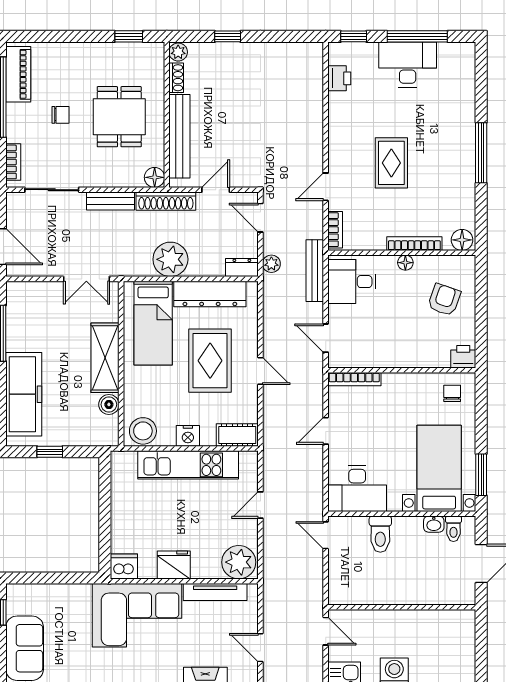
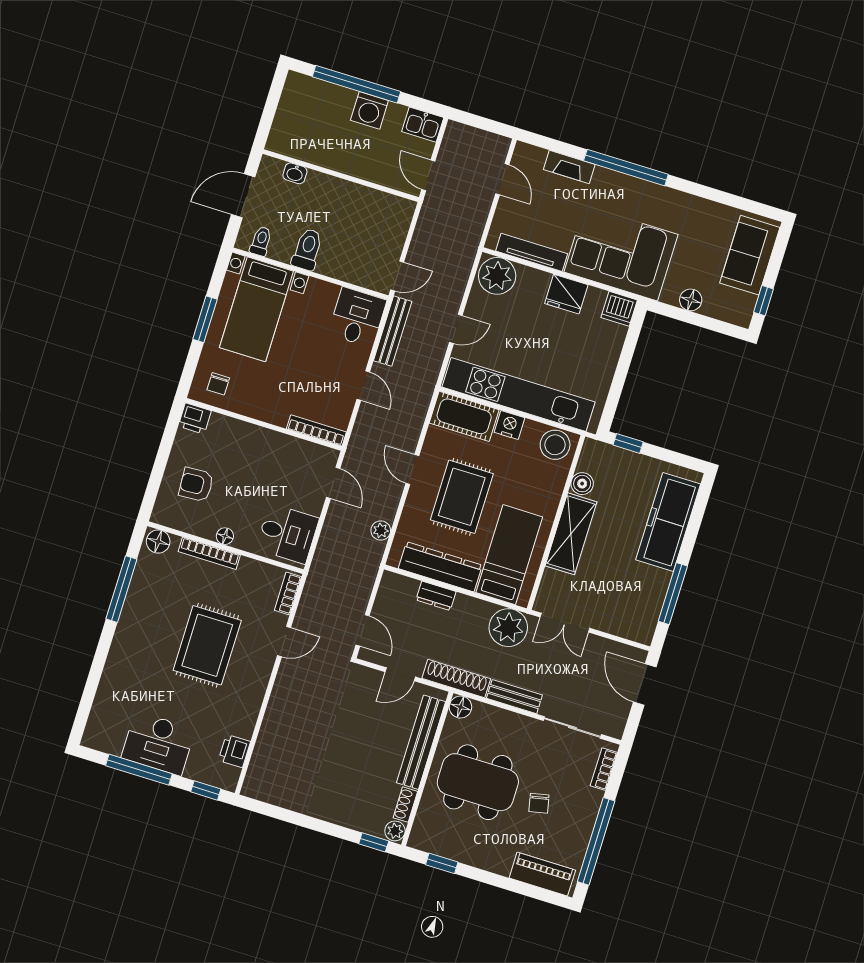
window: (228, 36) -> (374, 842), moved
piano: (18, 74) -> (542, 874), moved, turned 90
chair: (60, 115) -> (539, 803), turned -102
dining table: (119, 117) -> (478, 782), width x1.38
window: (481, 153) -> (121, 589), moved
rug: (391, 163) -> (207, 645), width x1.36, depth x1.43
plant: (170, 259) -> (508, 628), moved
plant: (271, 264) -> (381, 531), moved
dresser: (242, 268) -> (436, 596), moved
bench: (315, 271) -> (393, 331), moved
double door: (86, 279) -> (565, 623), swing flipped
armchair: (444, 300) -> (196, 485), turned 68
door: (326, 431) -> (363, 386), hinge flipped
cot: (237, 435) -> (464, 416), width x1.37, depth x1.34
window: (50, 452) -> (628, 443), moved
kitchen unit: (188, 465) -> (518, 394), width x1.36
window: (481, 475) -> (205, 319), moved
desk: (357, 489) -> (357, 317), width x0.73
washbasin: (434, 524) -> (295, 173), moved, turned 180
toilet: (380, 534) -> (307, 249), moved
door: (326, 535) -> (397, 276), hinge flipped
floor lamp: (64, 593) -> (691, 300), added

